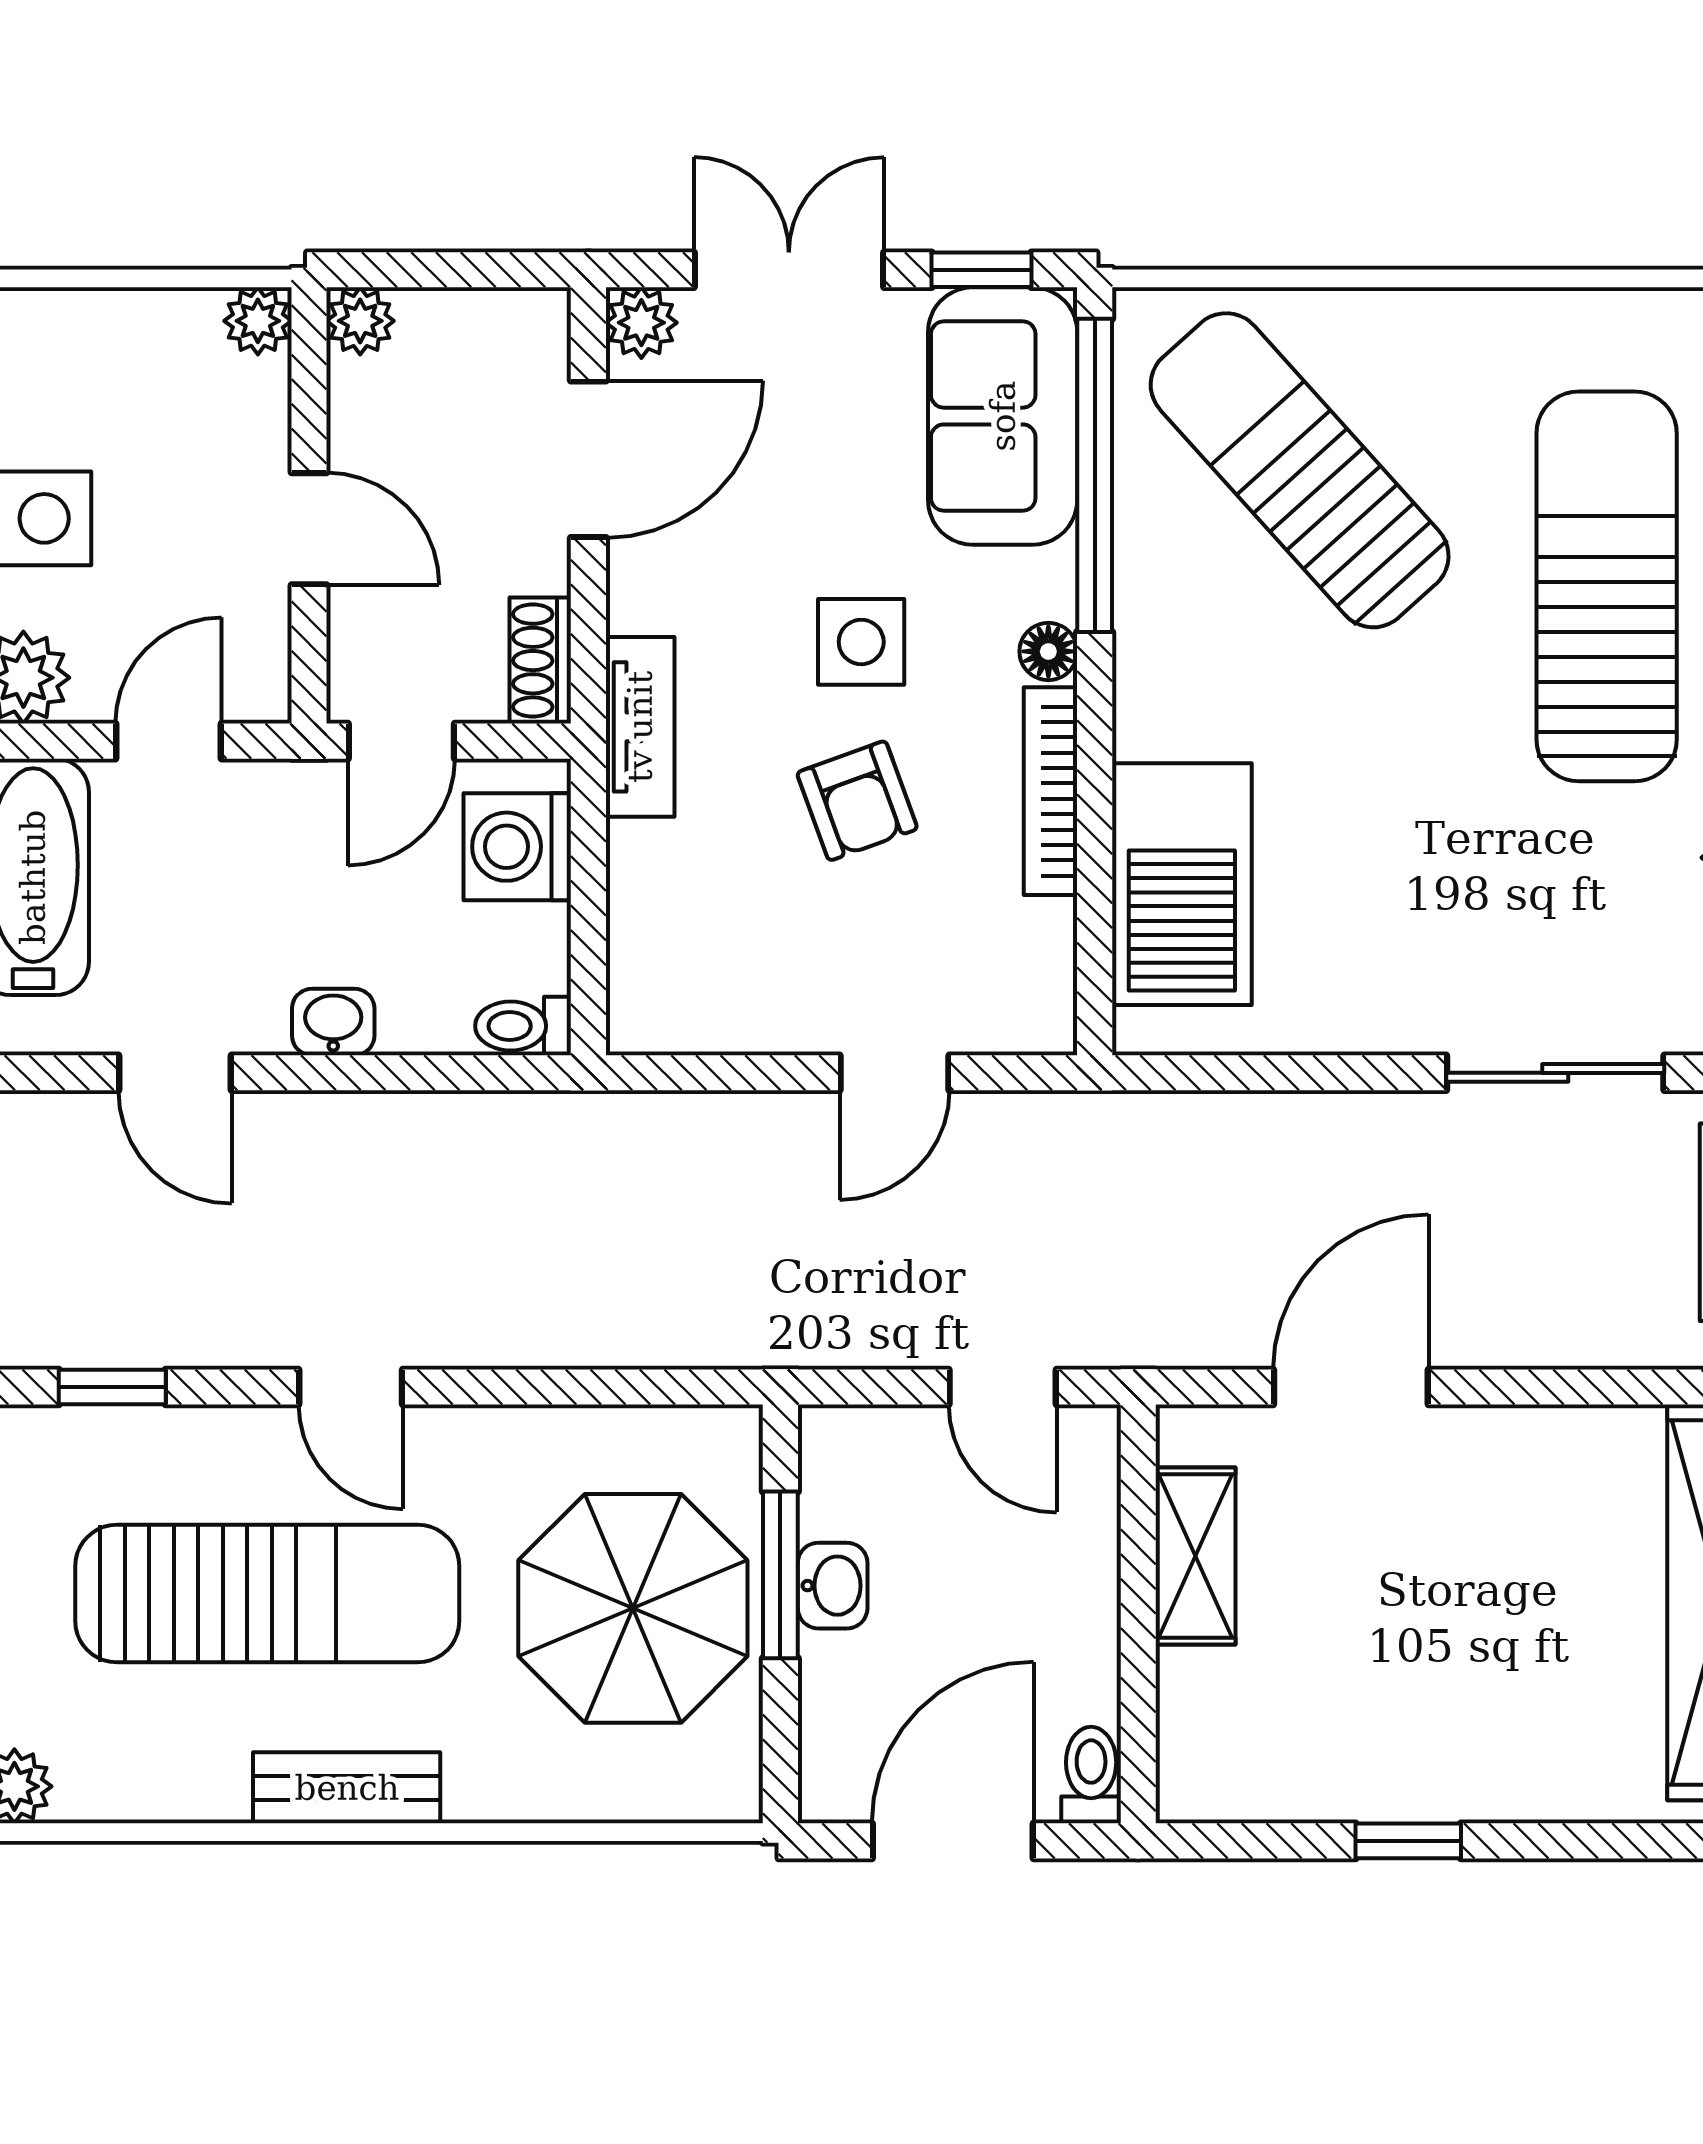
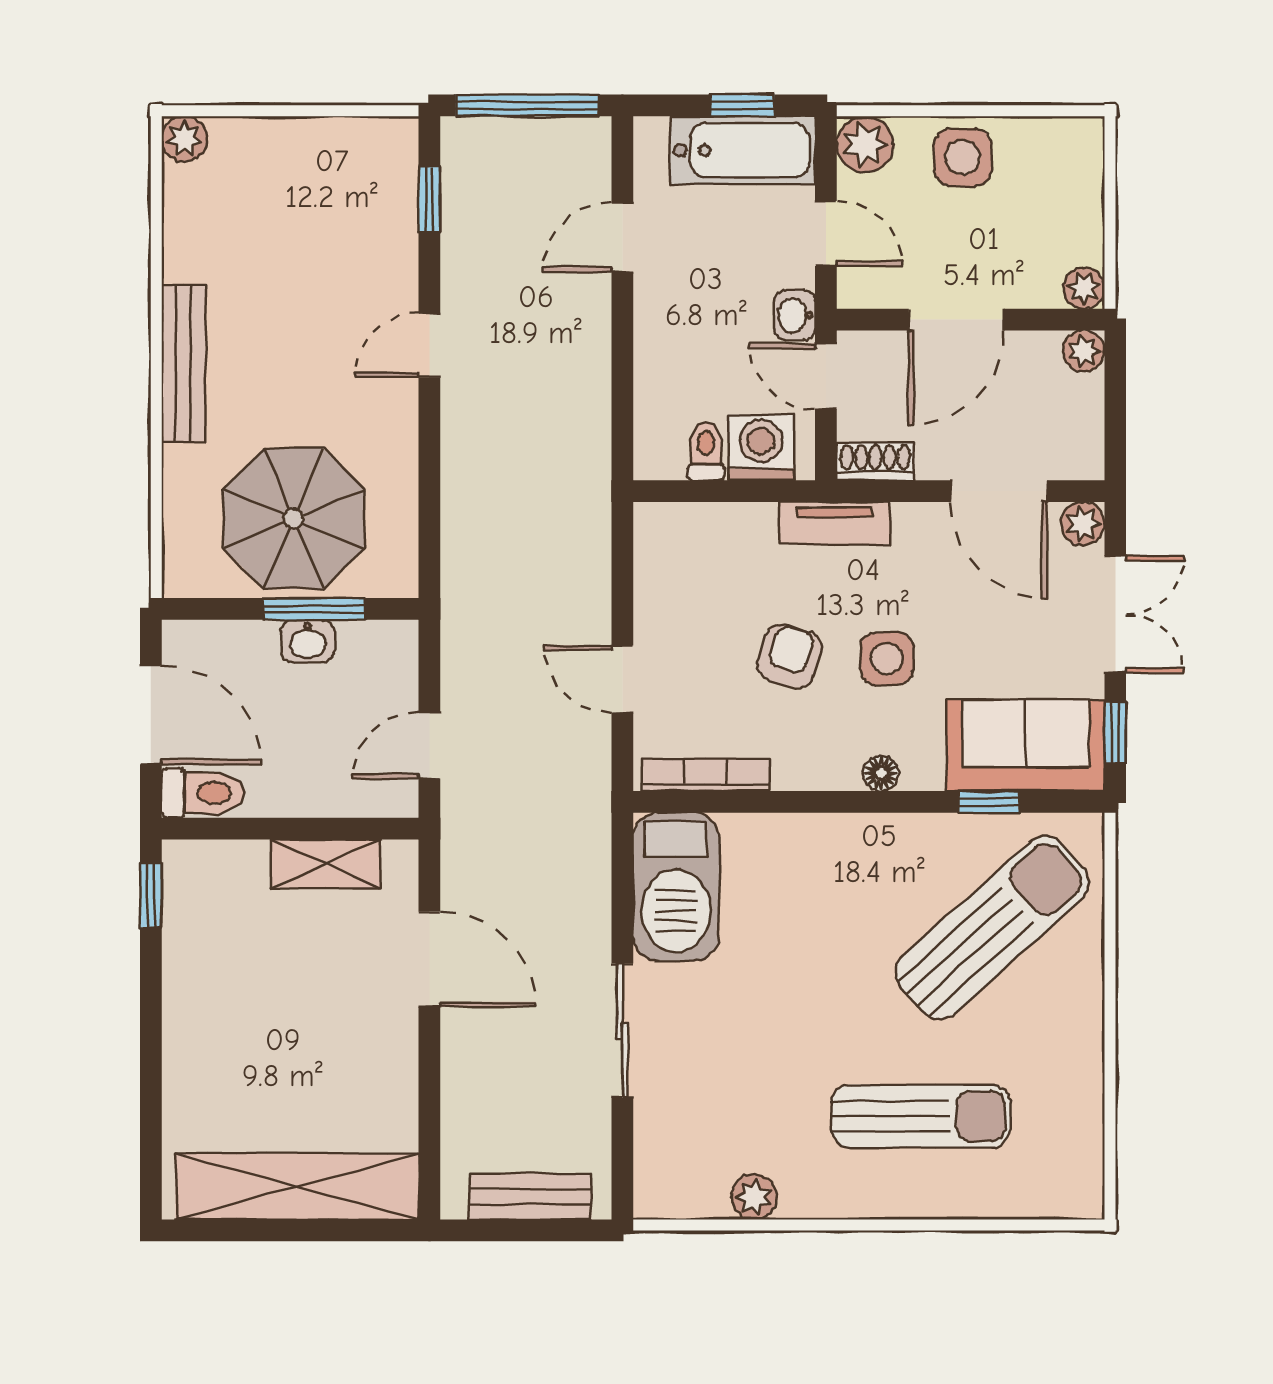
window: (1095, 475) -> (989, 802), width x0.32
door: (309, 529) -> (956, 320), width x1.38
sun lounger: (1607, 586) -> (921, 1116), width x0.73, depth x0.75
bookcase: (1051, 791) -> (705, 775), moved
armchair: (857, 801) -> (789, 656), turned 128
barbecue: (1182, 884) -> (676, 887), moved, turned -90
washbasin: (333, 1022) -> (795, 315), moved, turned 180
toilet: (523, 1026) -> (706, 451), moved
sliding door: (1555, 1073) -> (622, 1030), moved
sun lounger: (267, 1594) -> (303, 294), removed
toilet: (1091, 1775) -> (203, 793), width x1.37, depth x1.39
bench: (347, 1788) -> (183, 364), width x1.36
window: (1408, 1841) -> (151, 895), moved

